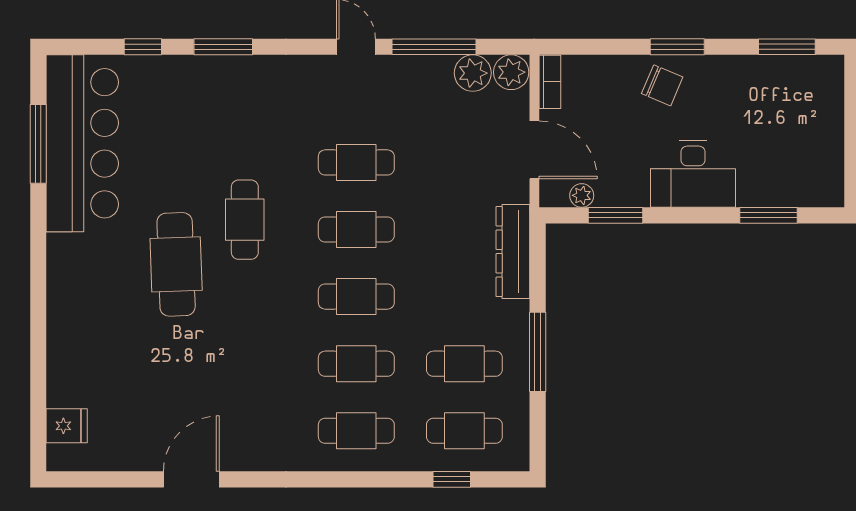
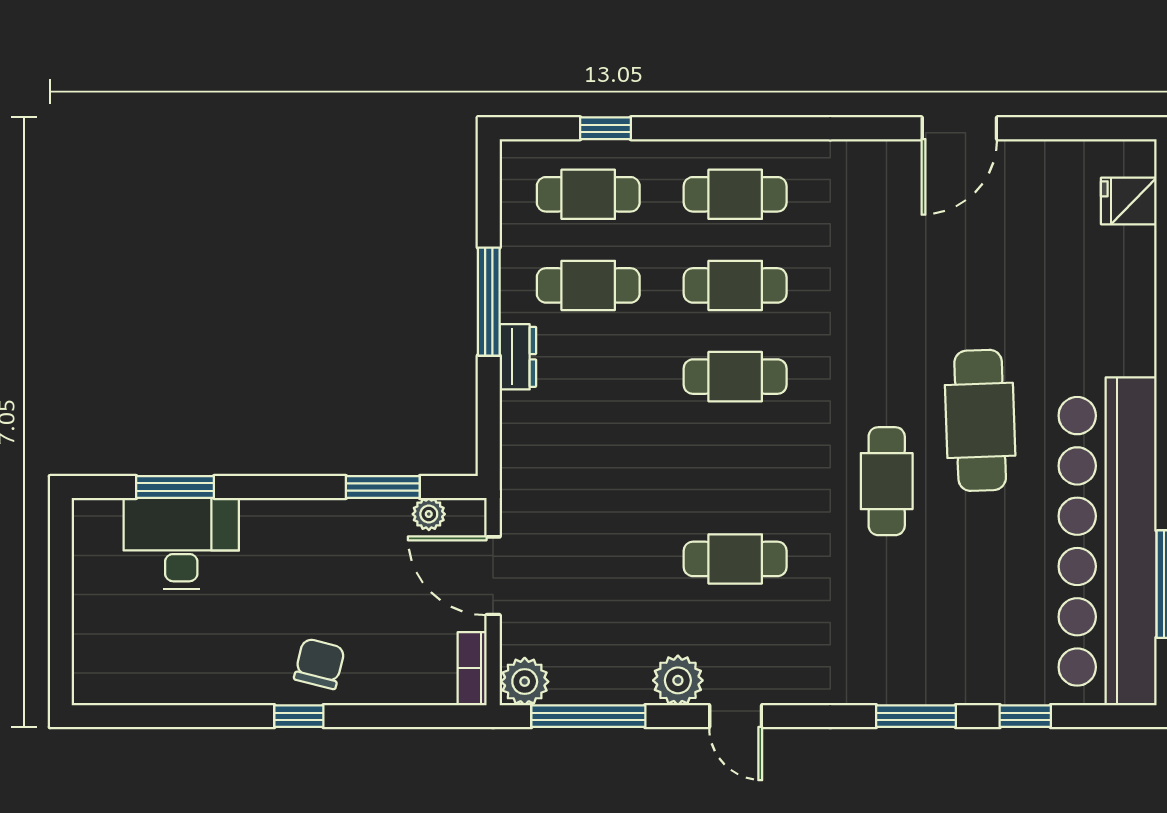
window: (434, 47) -> (588, 716), moved
window: (677, 47) -> (299, 716), width x0.67
window: (787, 47) -> (150, 716), removed
plant: (473, 73) -> (678, 680), moved
chair: (662, 85) -> (319, 664), turned 81
bar counter: (82, 143) -> (1108, 541), width x1.36
desk: (693, 174) -> (181, 543), moved
cafe table: (356, 229) -> (735, 468), removed
dresser: (513, 252) -> (518, 357), moved, width x0.51, depth x0.80

